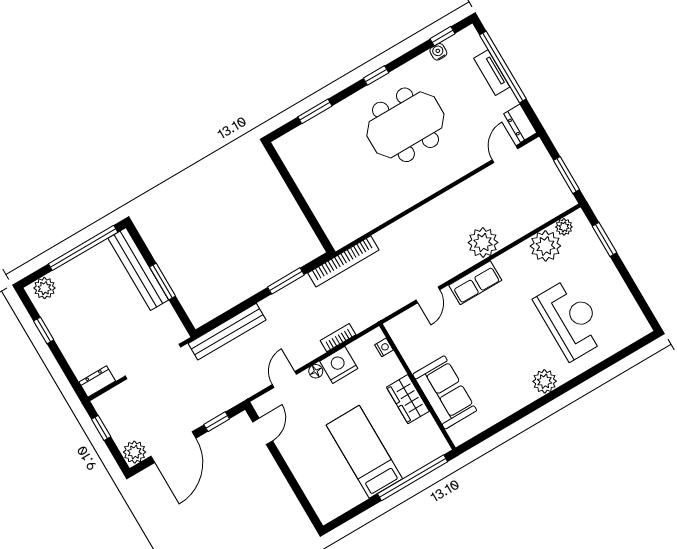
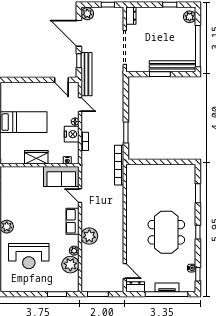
plant: (564, 227) -> (74, 251), moved
bench: (227, 332) -> (86, 74), moved
sofa: (445, 392) -> (61, 176), moved

